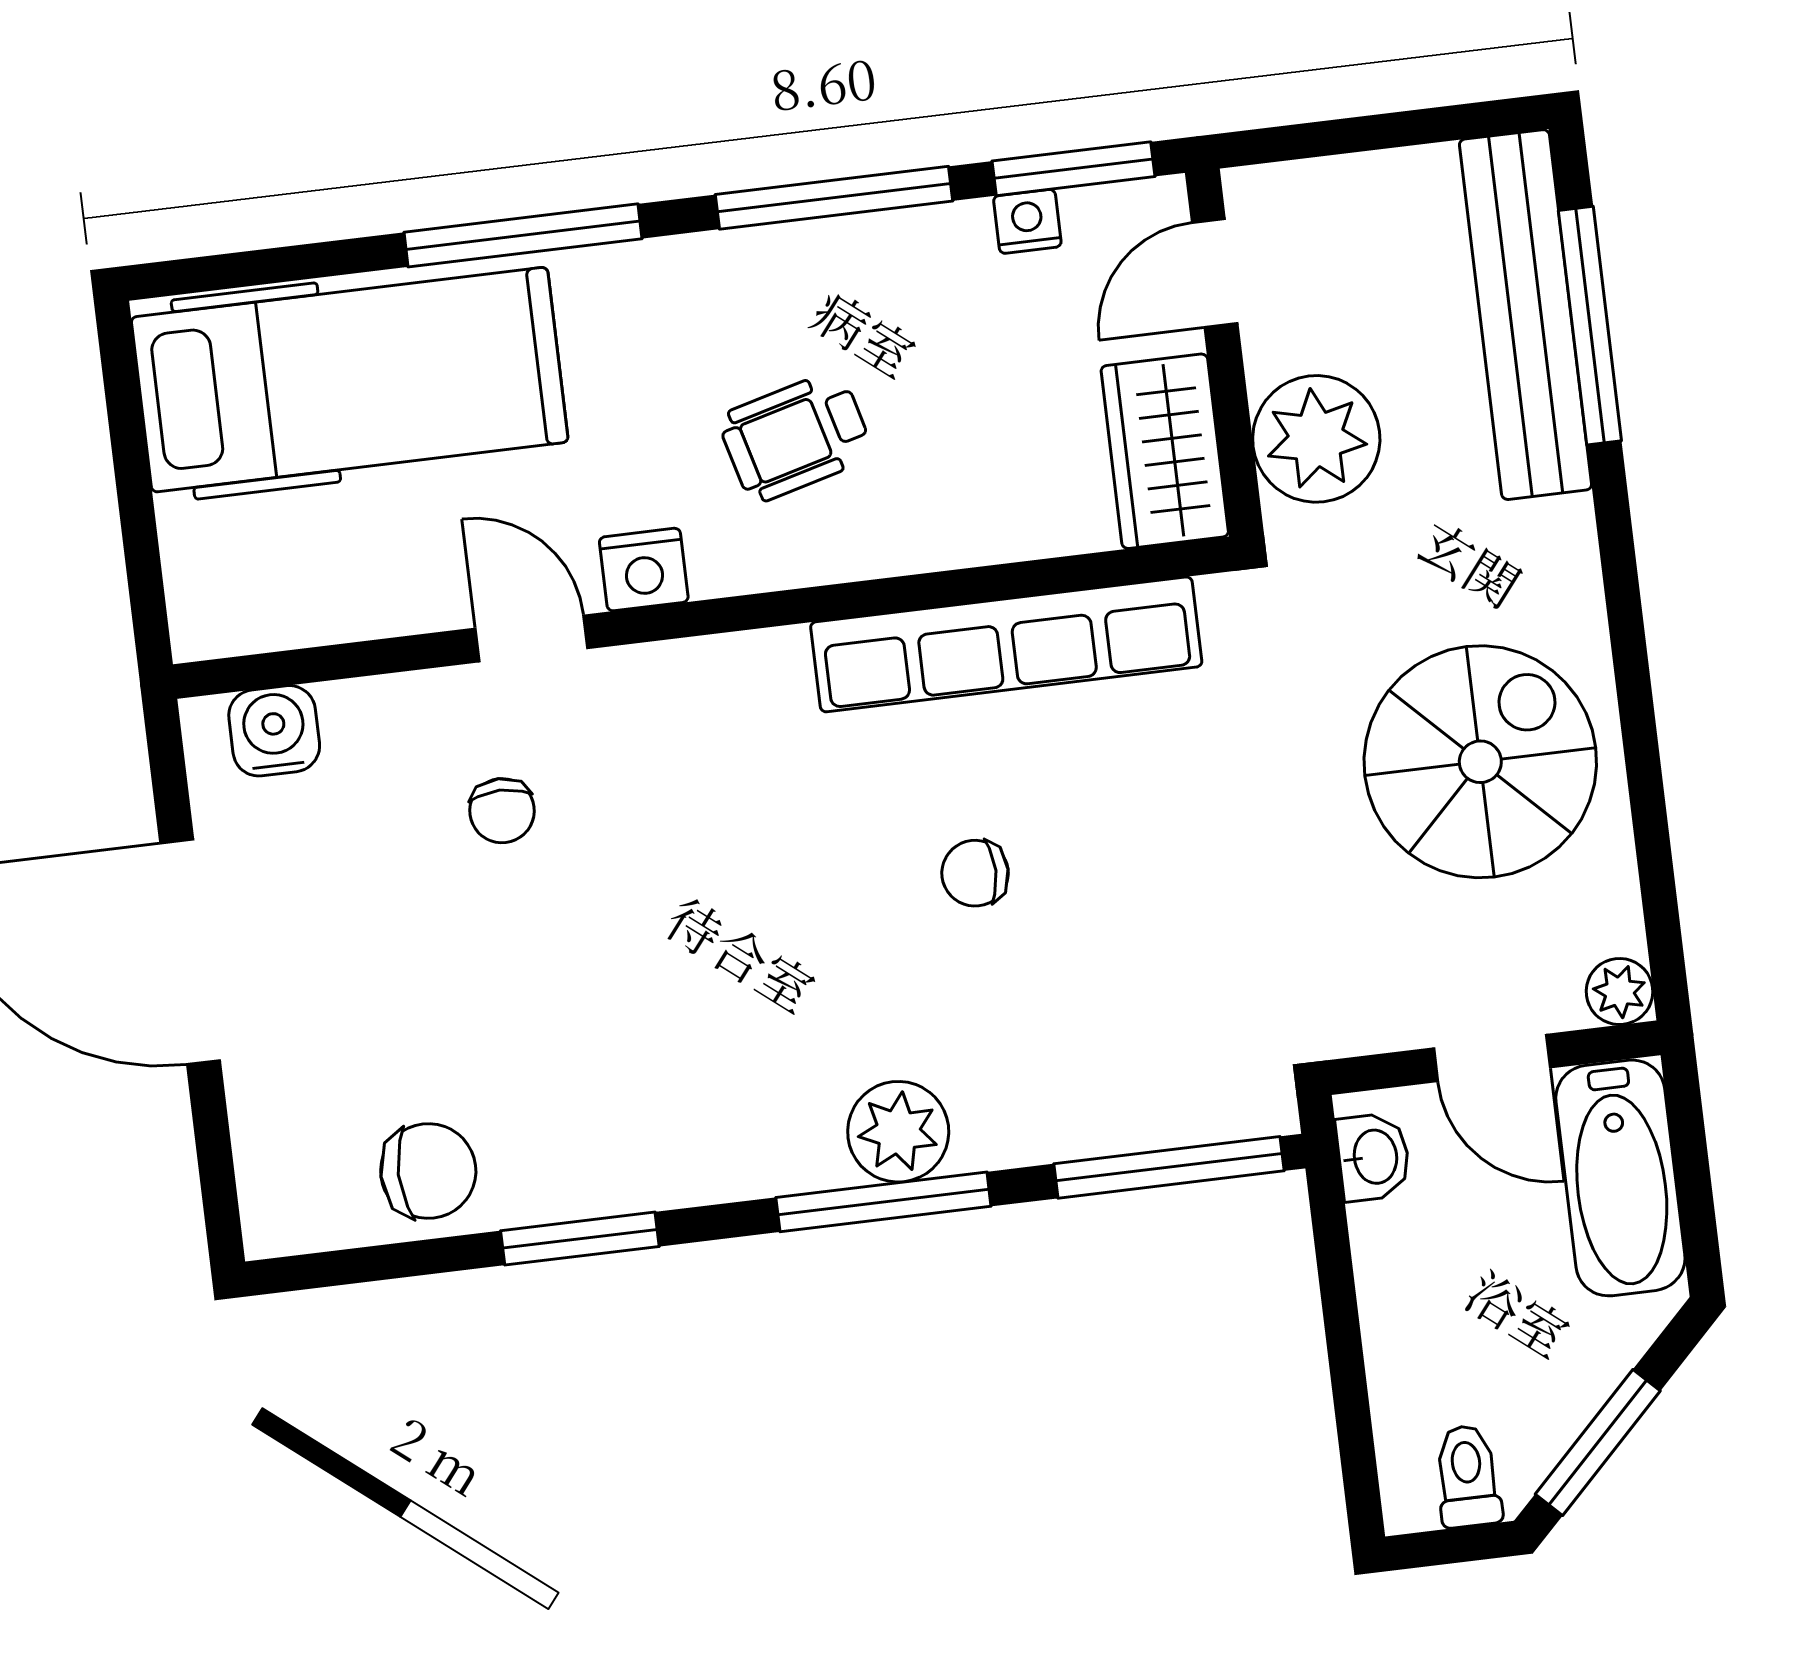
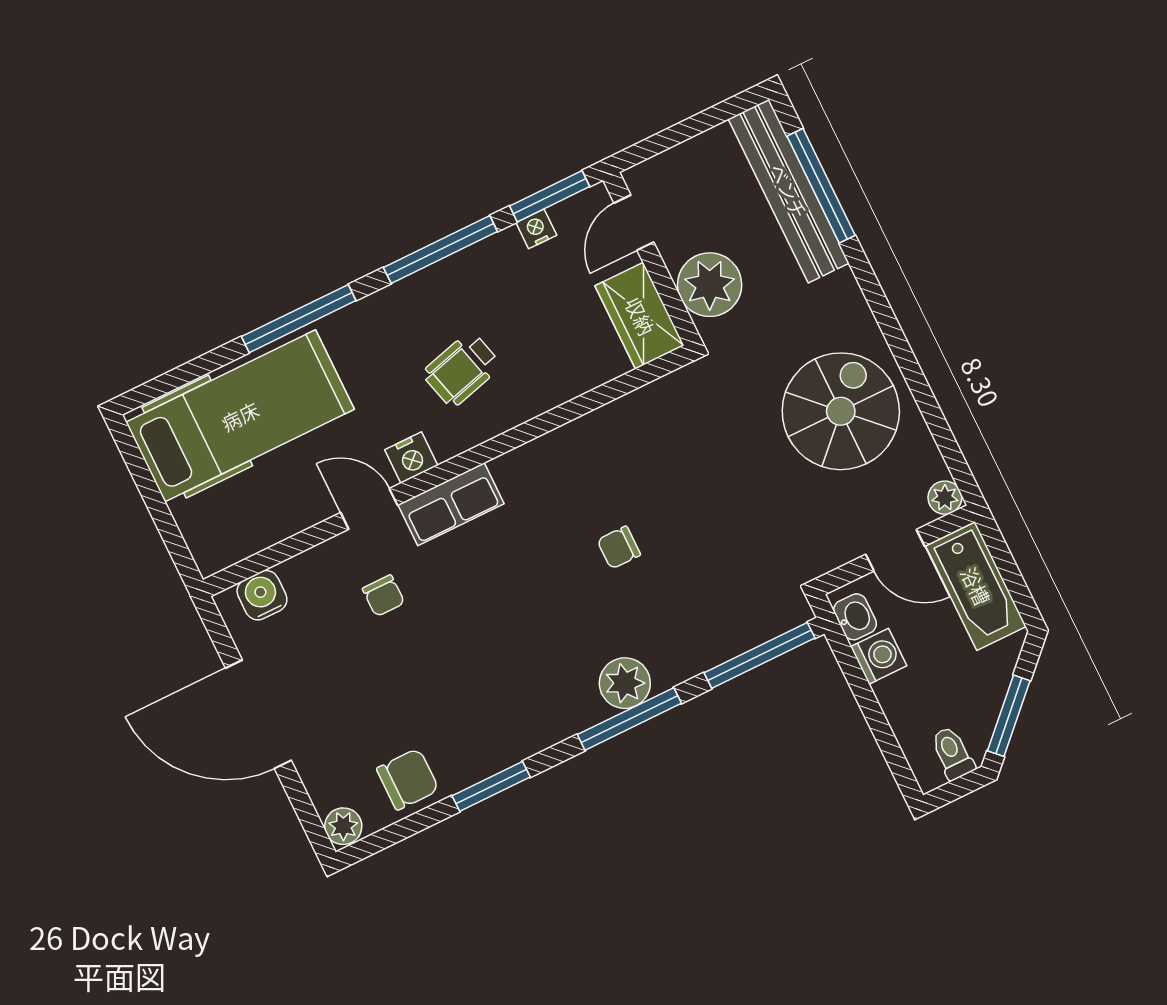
row of seats: (1006, 644) -> (451, 504), moved, width x0.50
plant: (277, 1217) -> (343, 826), added
washing machine: (1392, 1246) -> (879, 656), added

